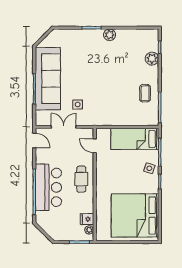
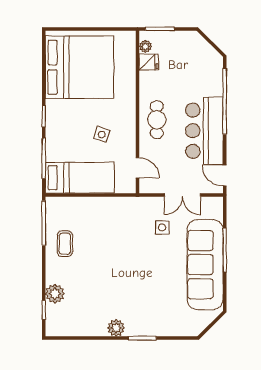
side table: (149, 168) -> (102, 135), moved
bar counter: (48, 187) -> (204, 131), moved

